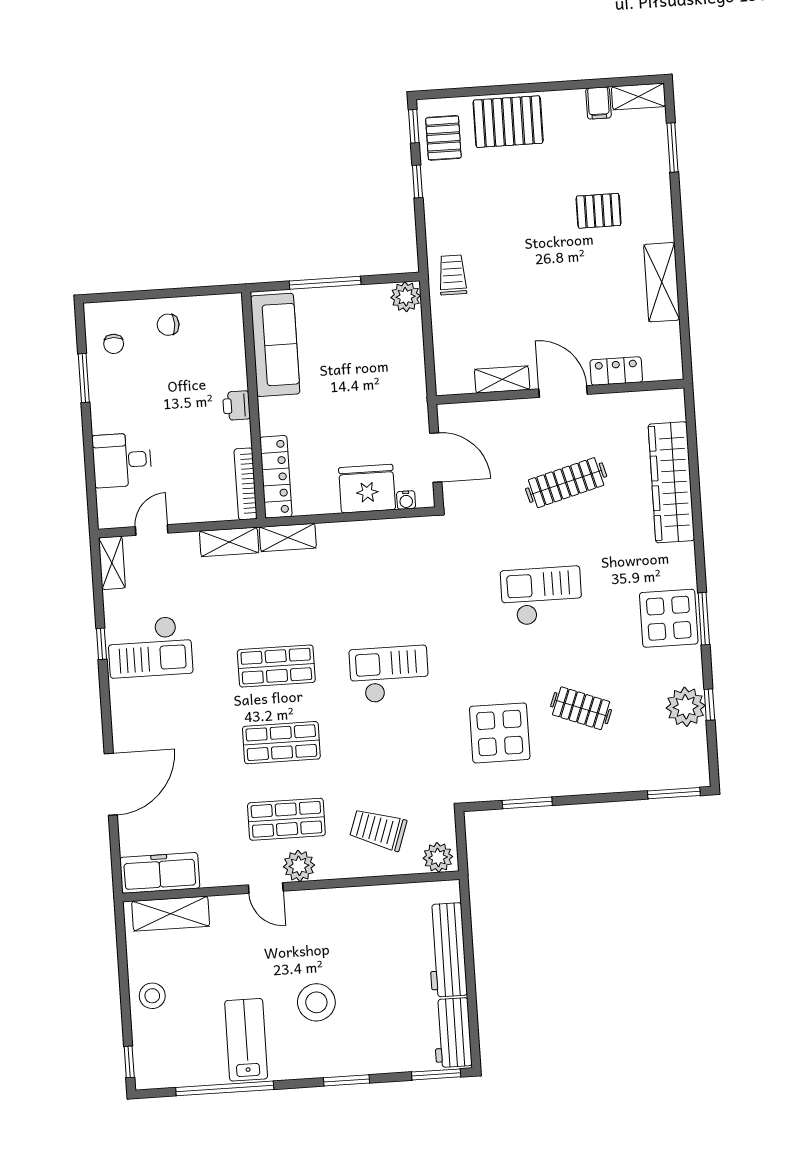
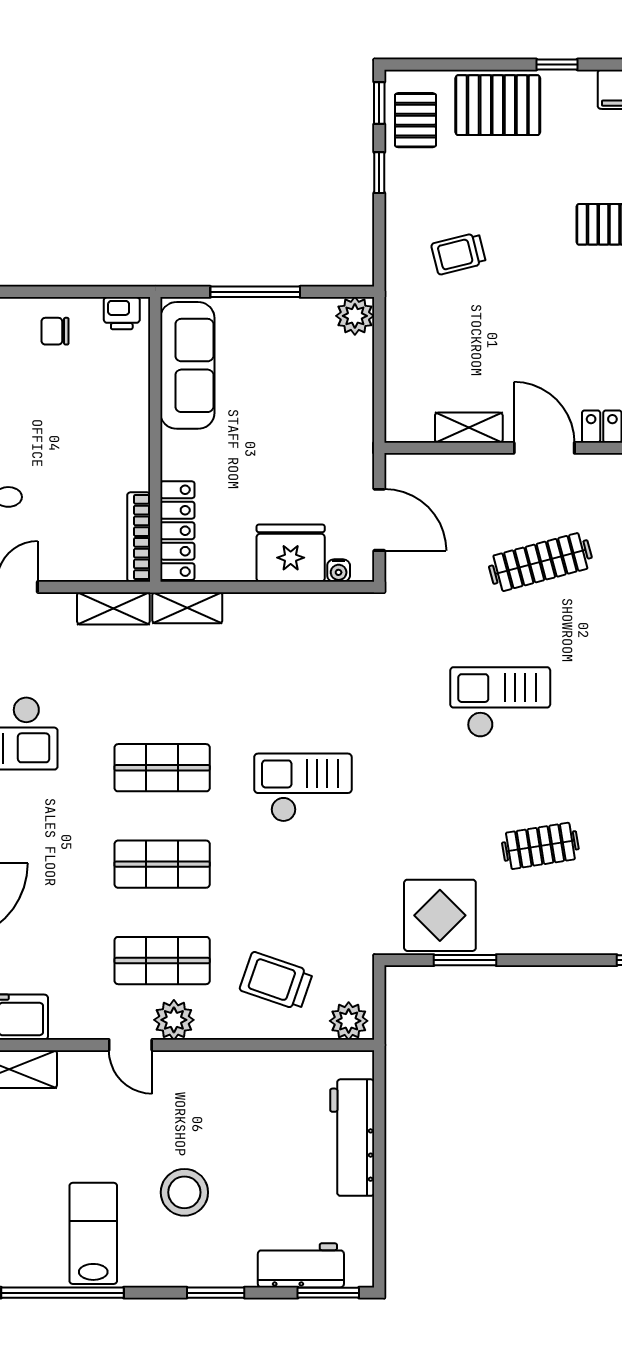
window: (553, 86) -> (557, 64), added
trolley: (452, 275) -> (459, 254), moved, turned -104
printer: (236, 406) -> (122, 313), moved, turned -90
clothes rail: (581, 708) -> (540, 846), turned -30
display table: (500, 733) -> (440, 915), moved
workbench: (452, 1033) -> (301, 1265), moved, turned 90

